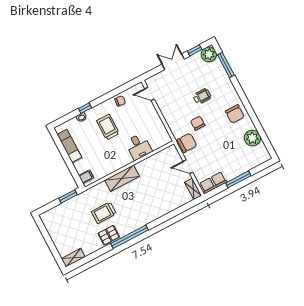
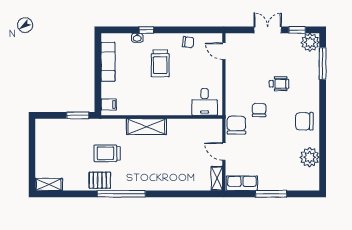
chair: (235, 114) -> (304, 121), turned 90
trolley: (108, 127) -> (160, 63), turned 180
chair: (187, 143) -> (236, 125), turned -90
desk: (139, 147) -> (205, 102), moved

